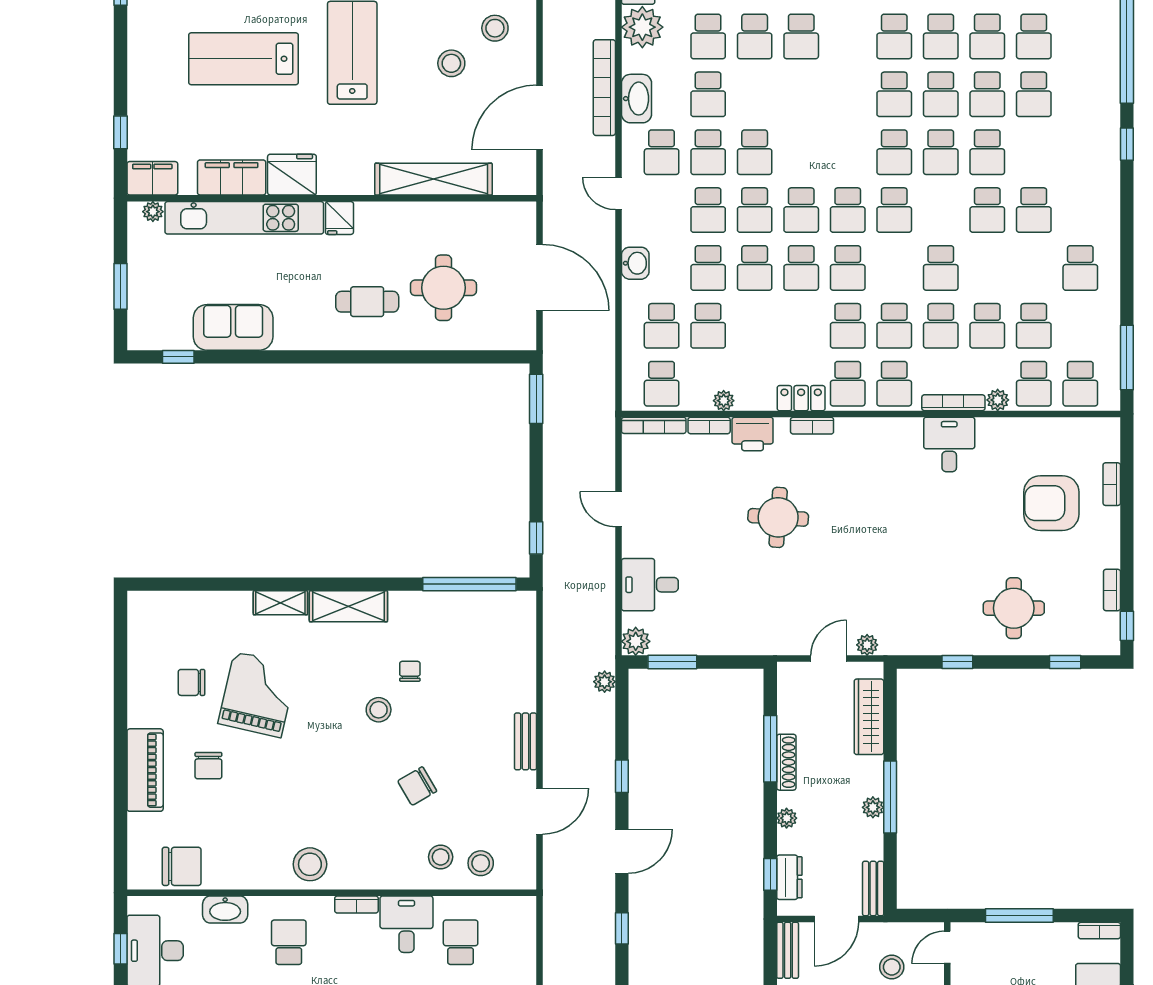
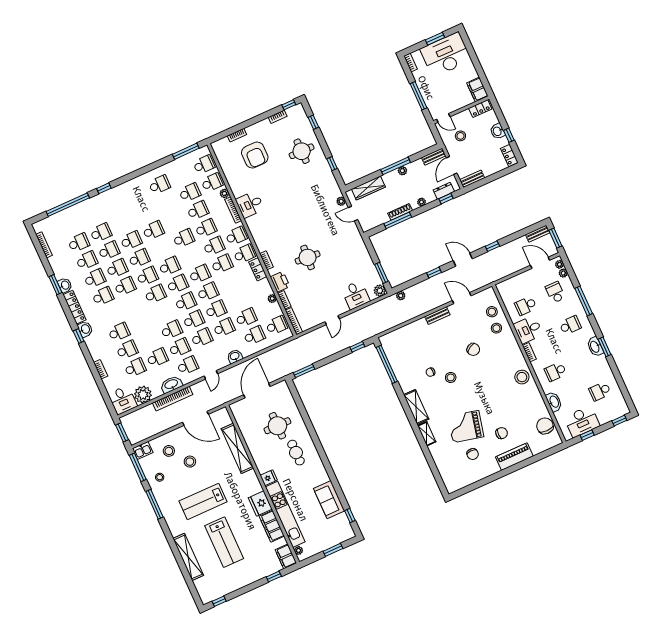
school desk: (1034, 210) -> (155, 294), moved
door: (836, 919) -> (452, 165), swing flipped

